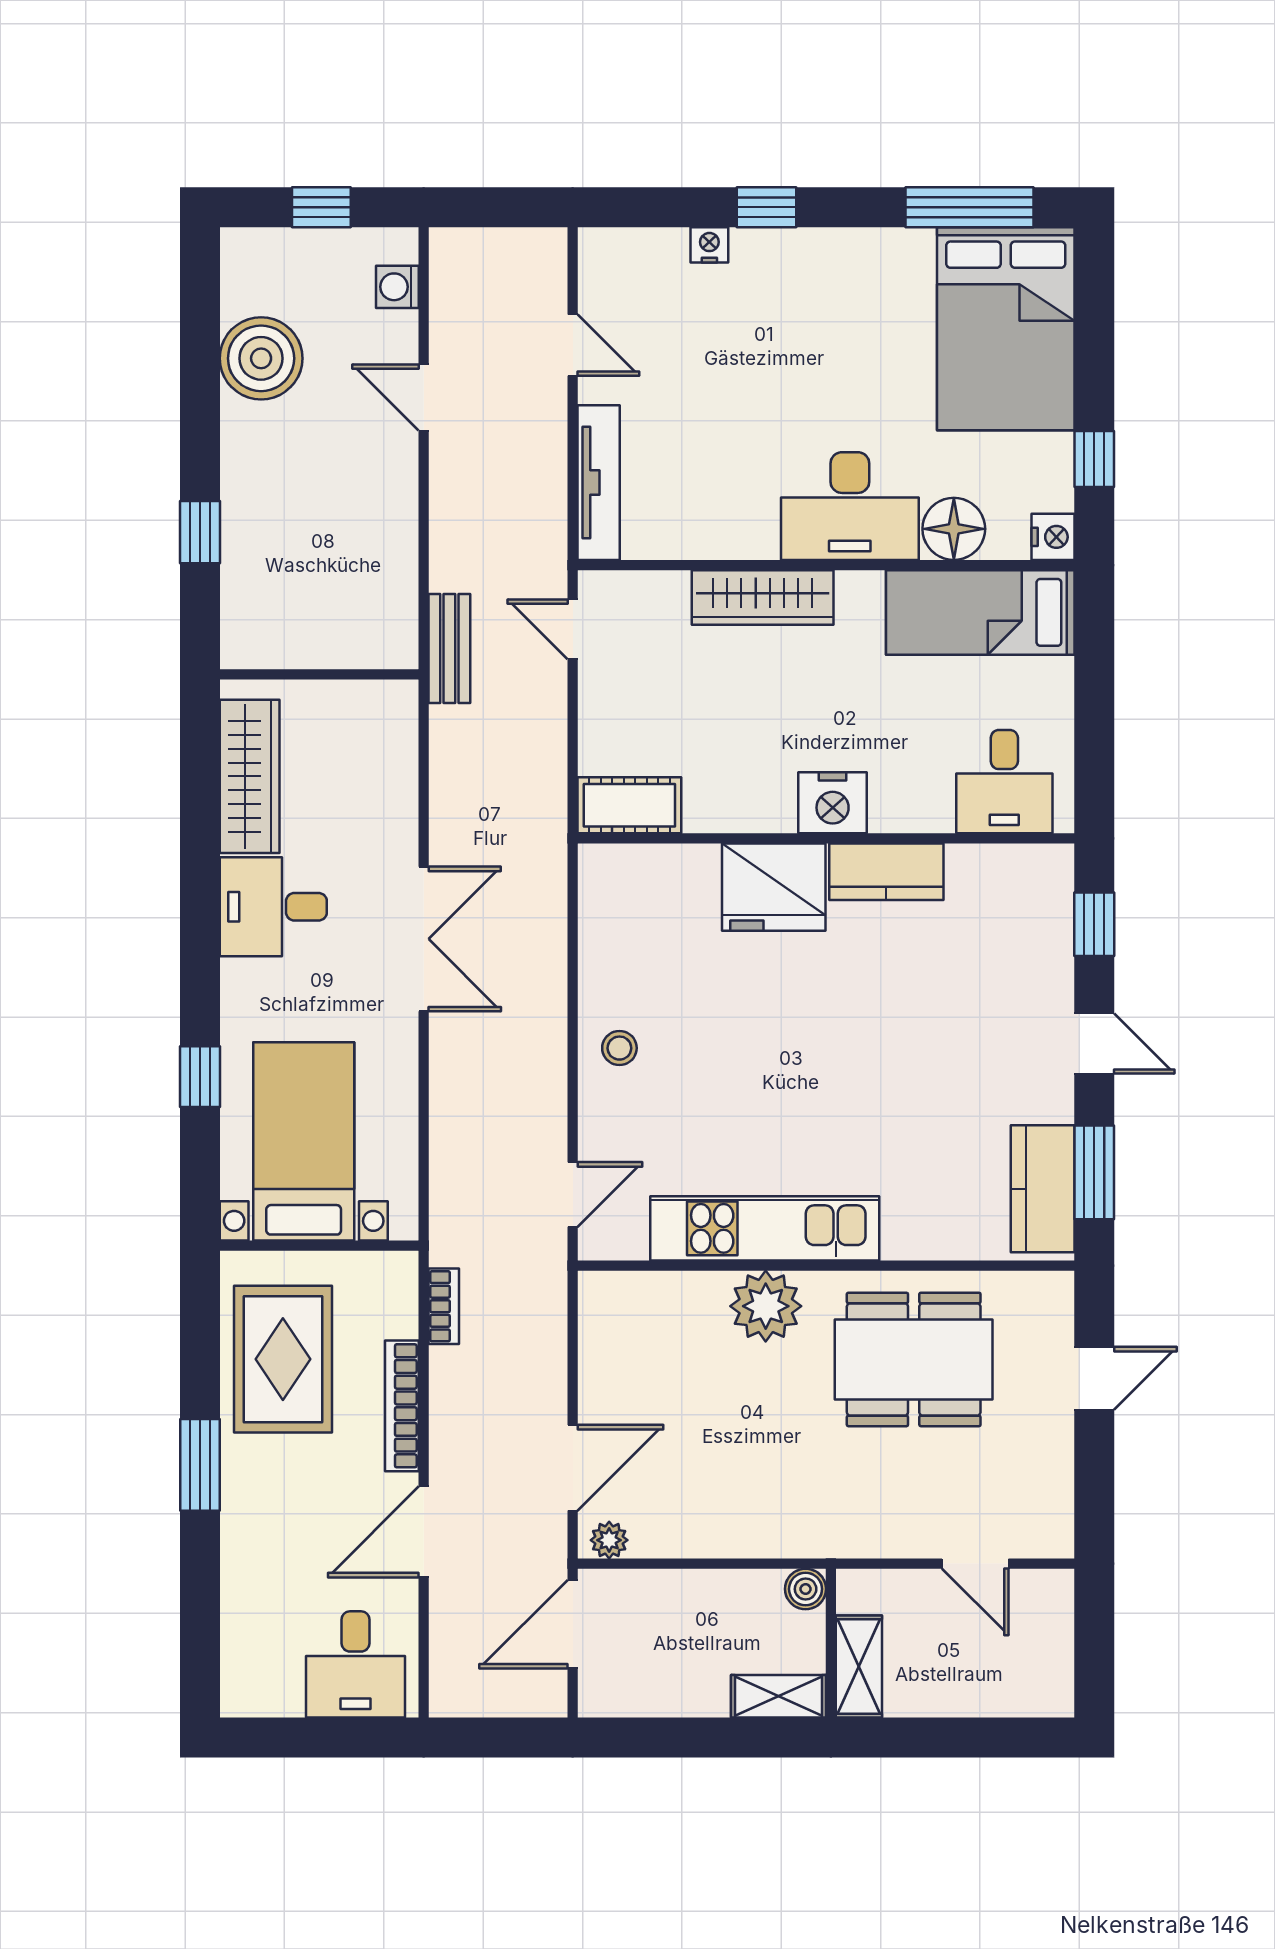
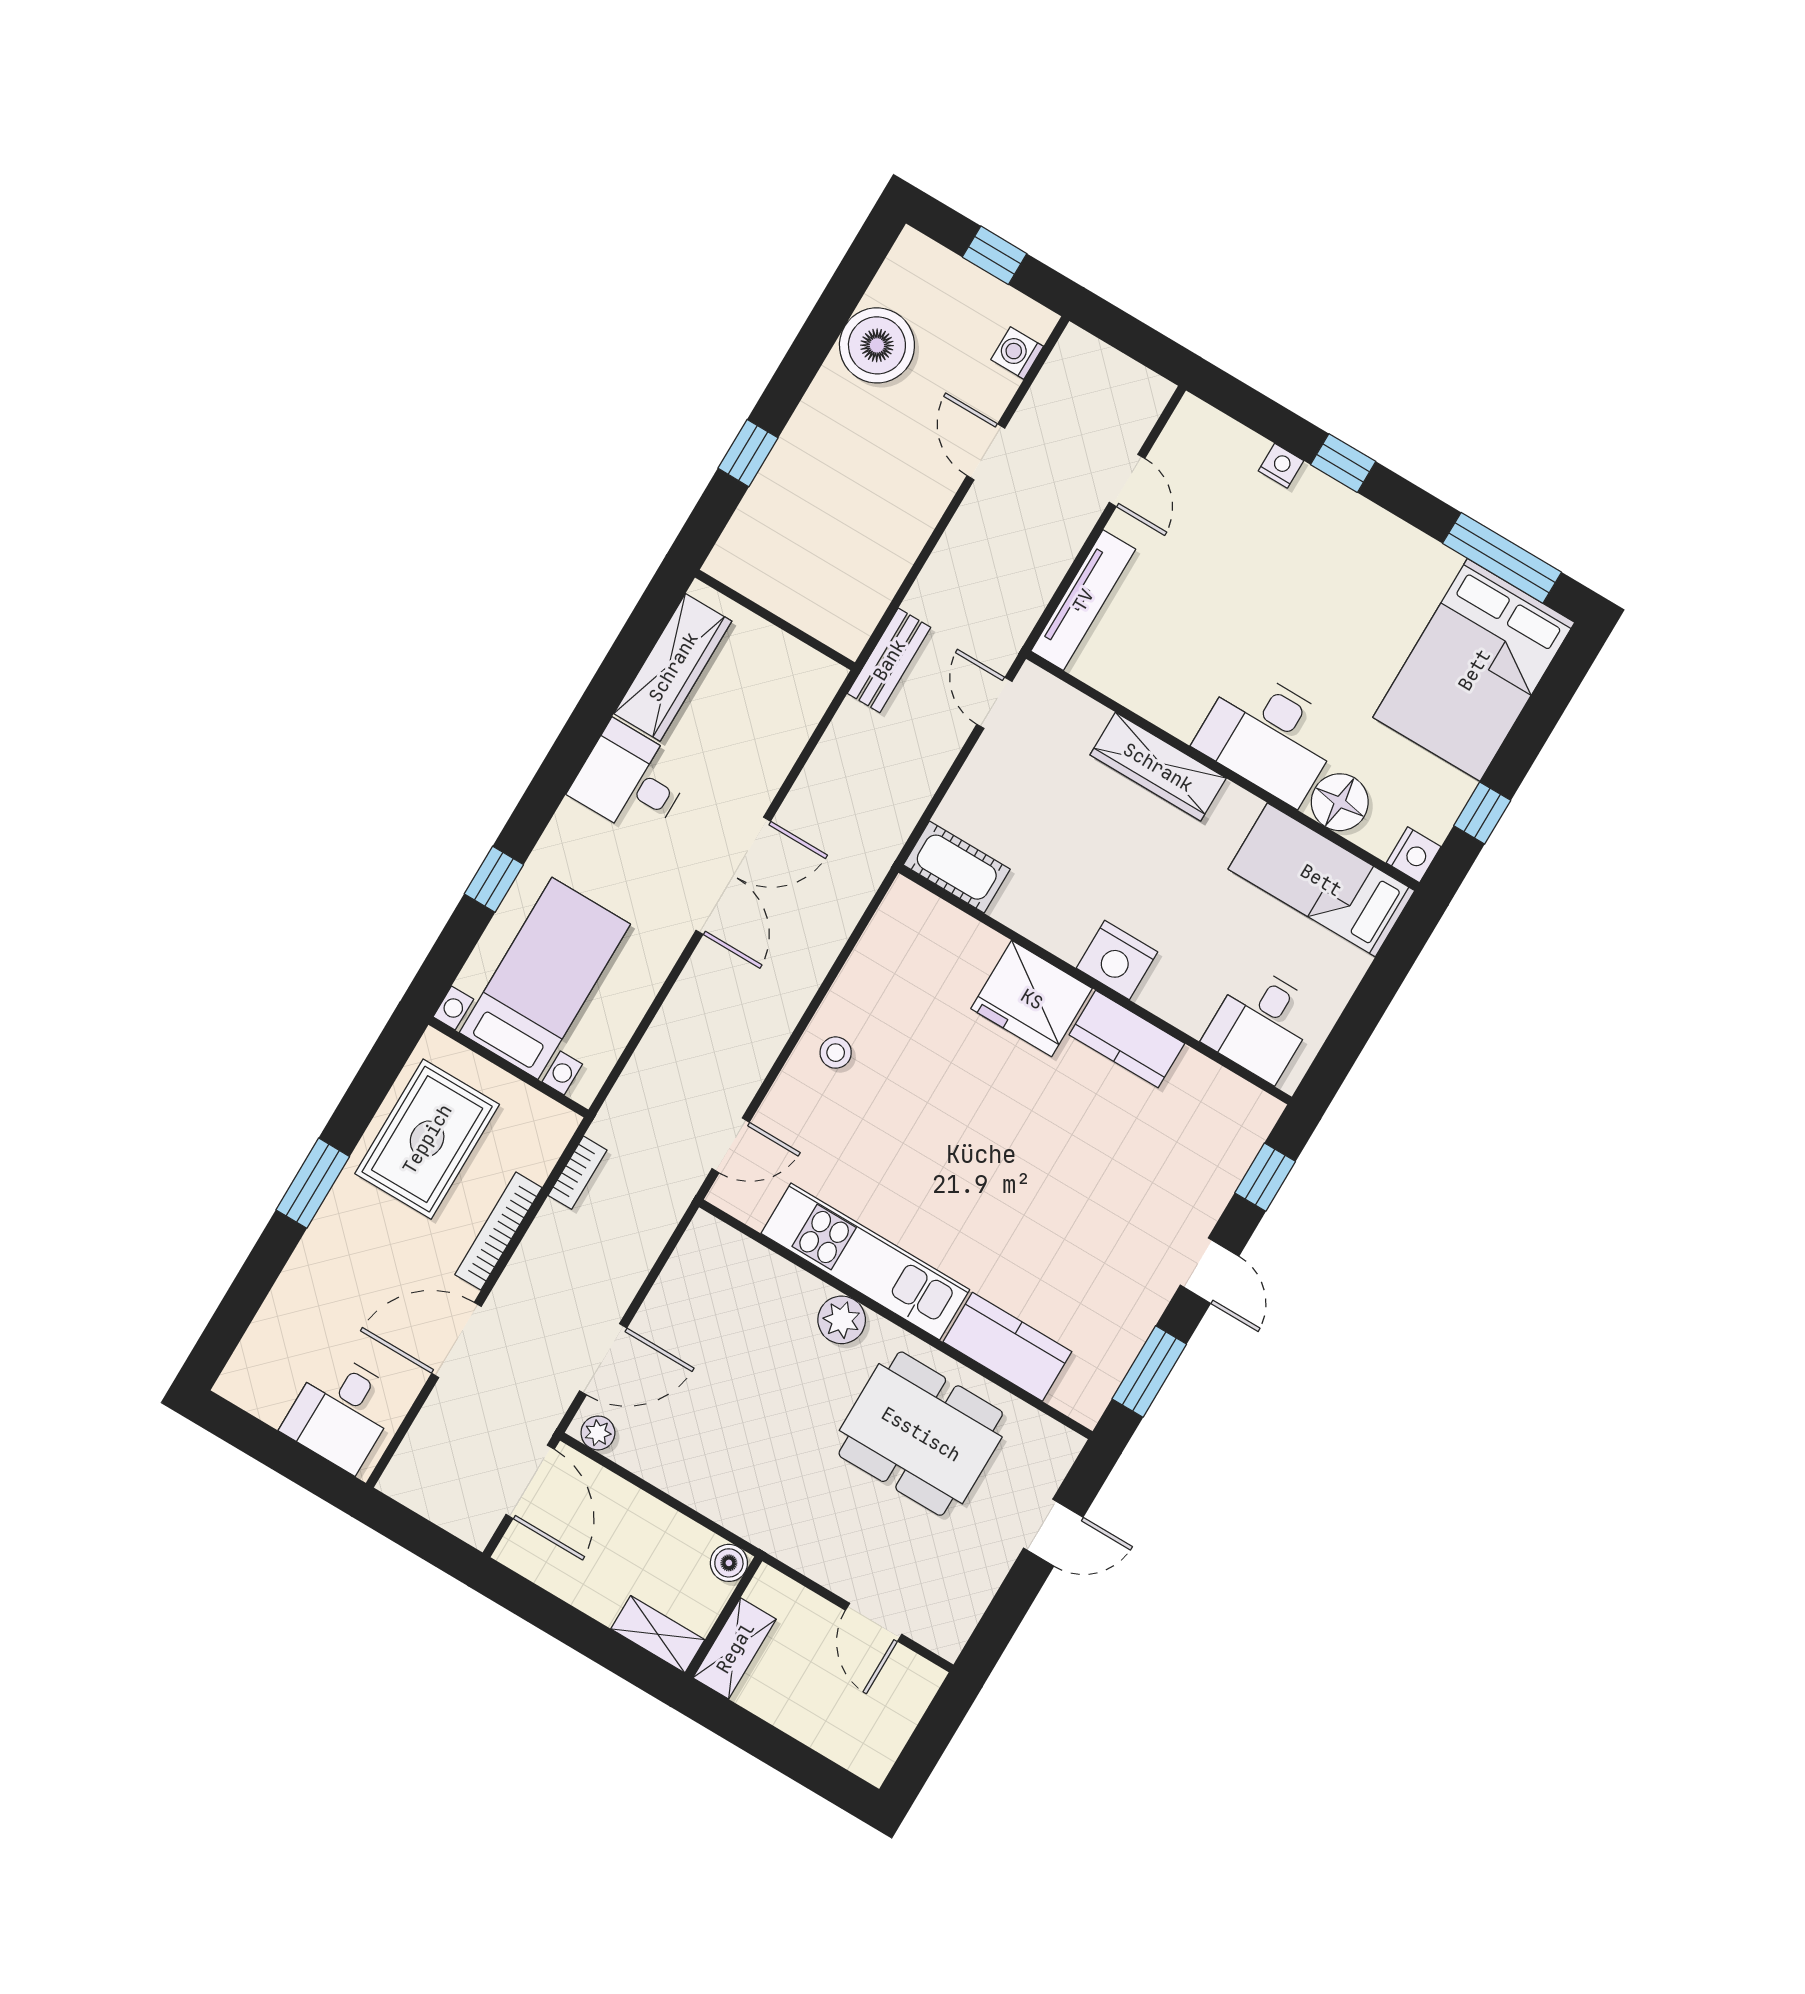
kitchen counter: (1043, 1189) -> (1007, 1347), moved, turned 90
plant: (766, 1306) -> (842, 1320), width x0.73, depth x0.73
door: (573, 1624) -> (530, 1482), swing flipped

